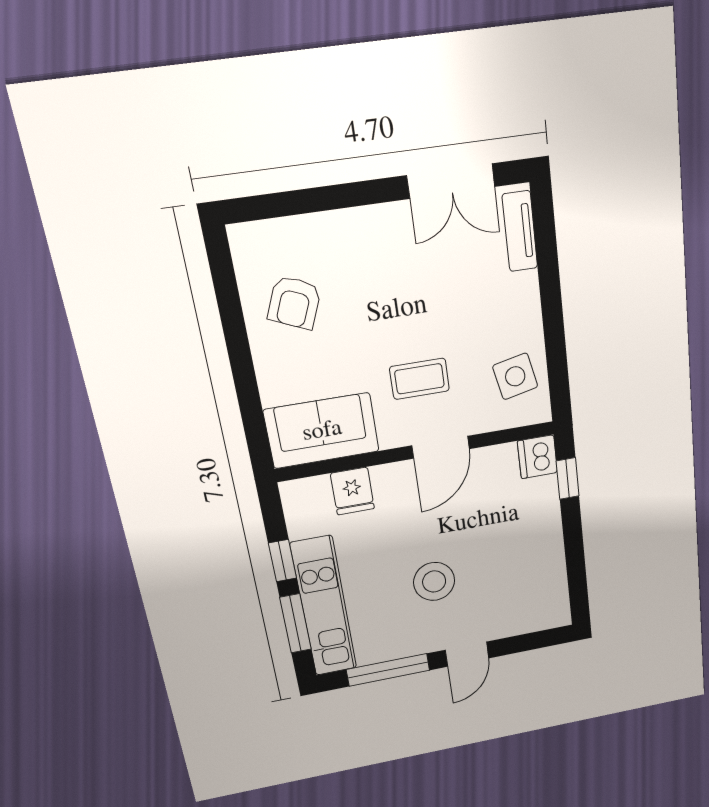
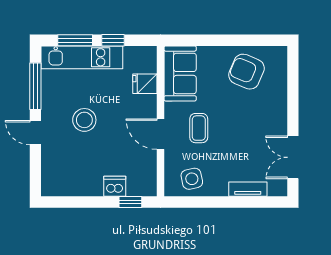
tv unit: (520, 231) -> (248, 189), moved
armchair: (294, 303) -> (246, 72), width x1.38, depth x1.38
dishwasher: (538, 457) -> (115, 186), moved

